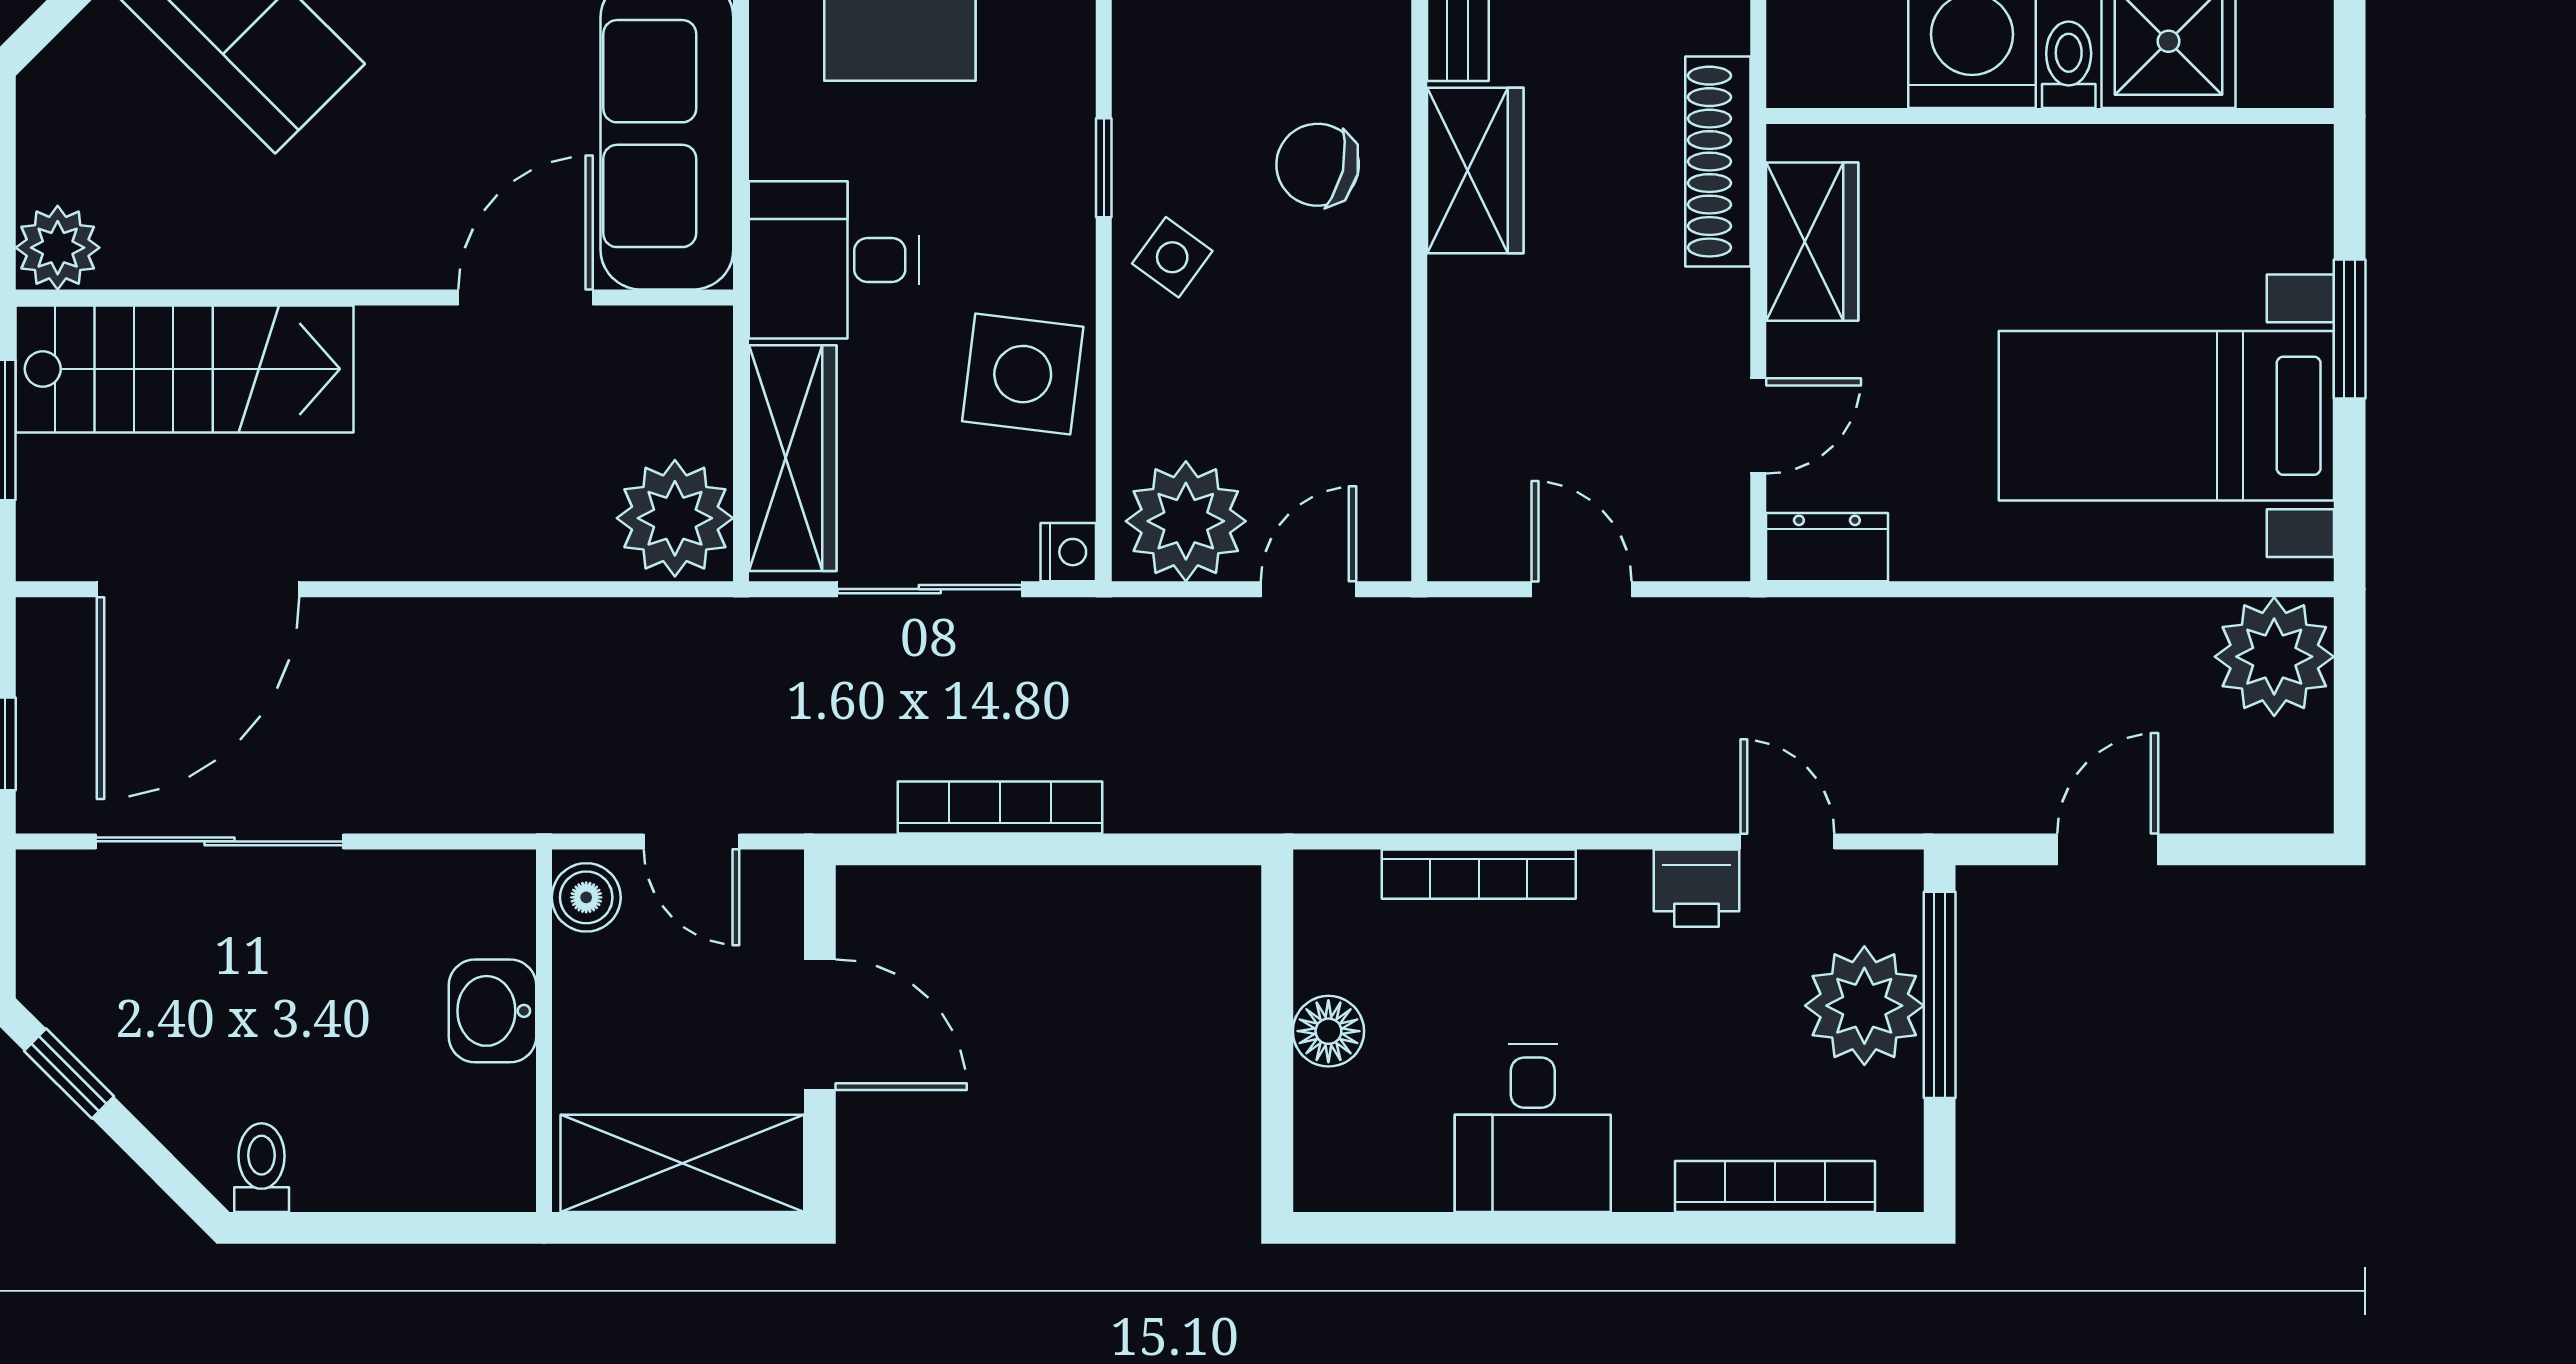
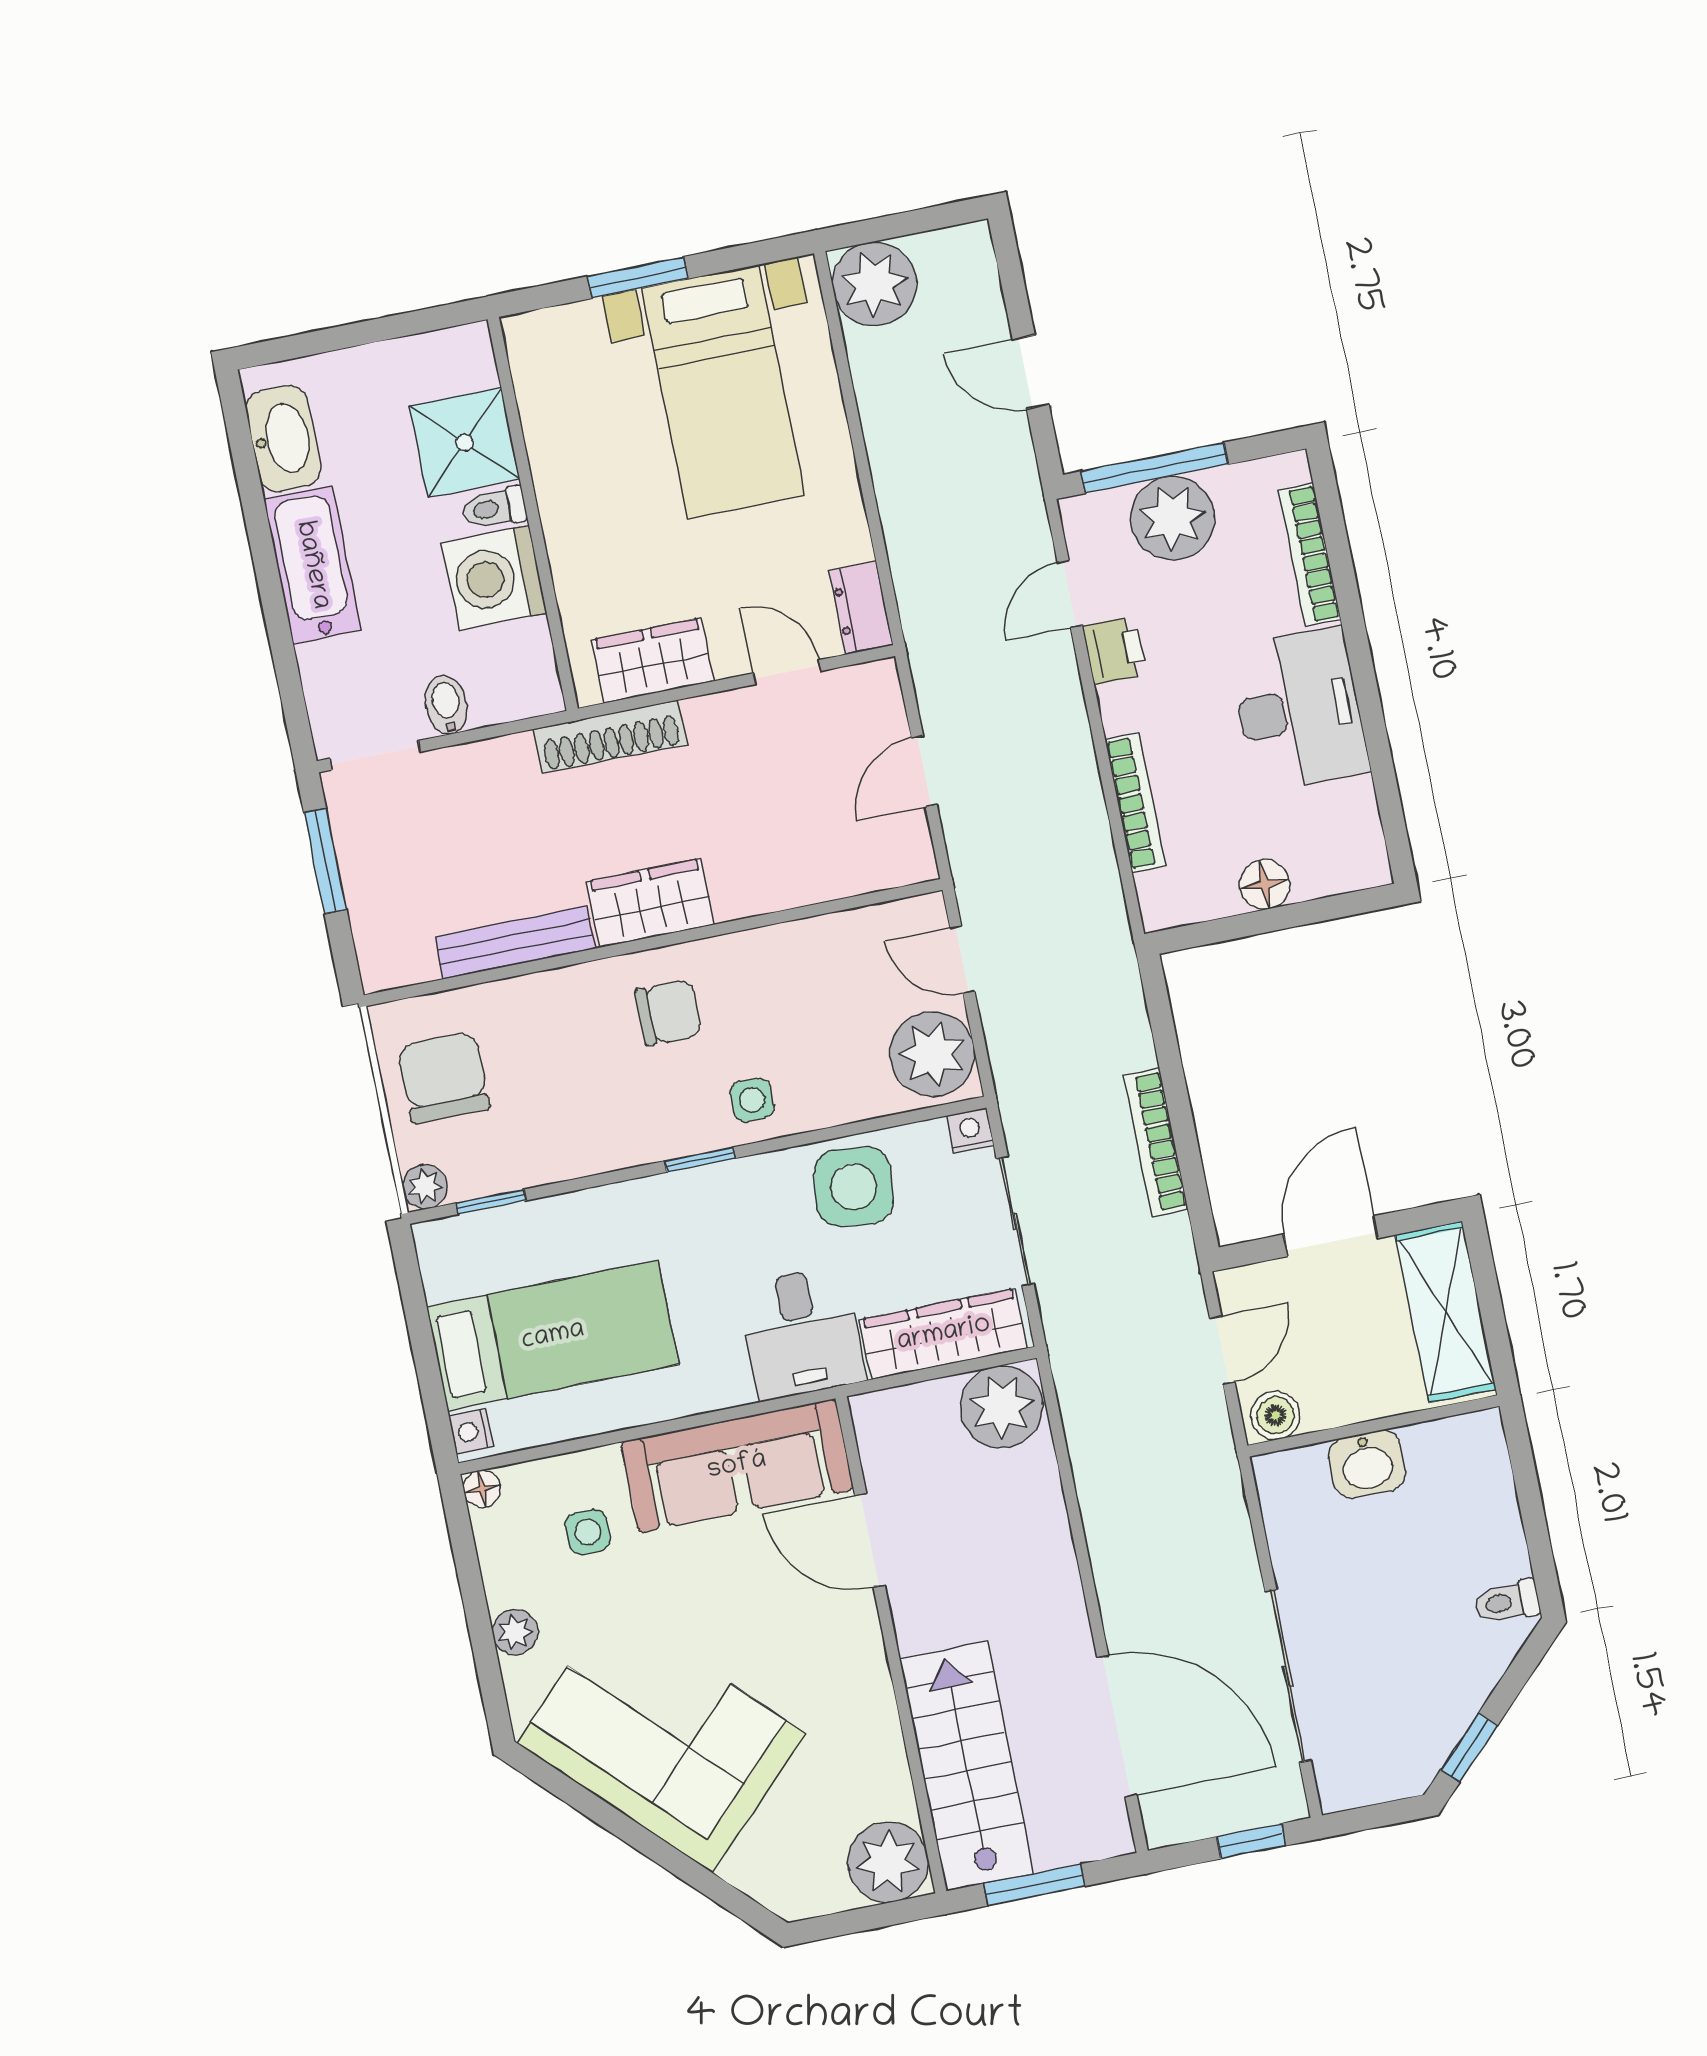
chair: (1318, 165) -> (668, 1013), turned -103
plant: (58, 248) -> (888, 1862), width x1.36, depth x1.36
side table: (1172, 257) -> (752, 1100), turned -36
desk: (1533, 1128) -> (1299, 710), width x1.37

